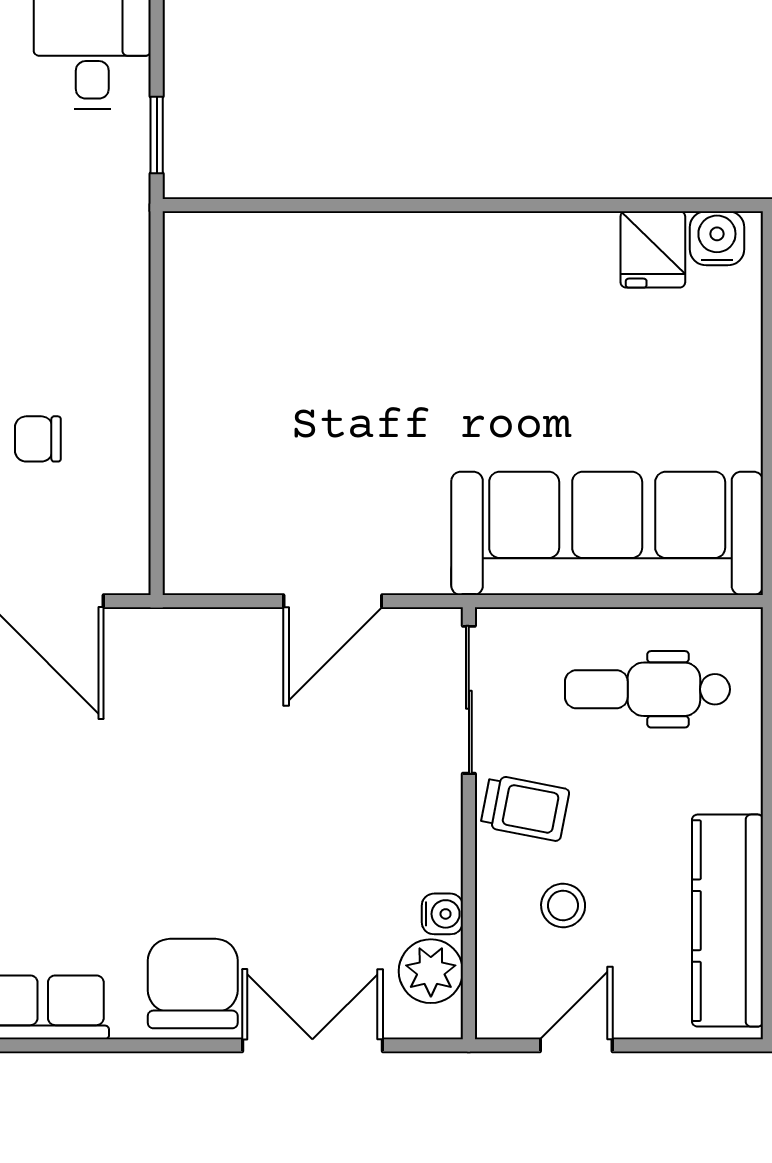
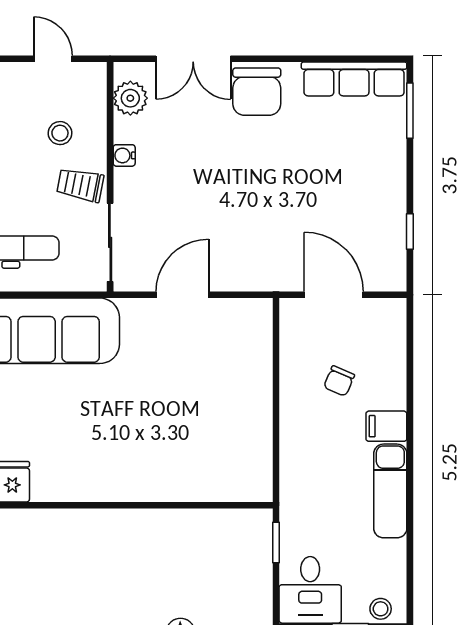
chair: (38, 439) -> (339, 381), turned 113
water cooler: (442, 914) -> (124, 155), moved
door: (576, 1045) -> (53, 59), swing flipped

